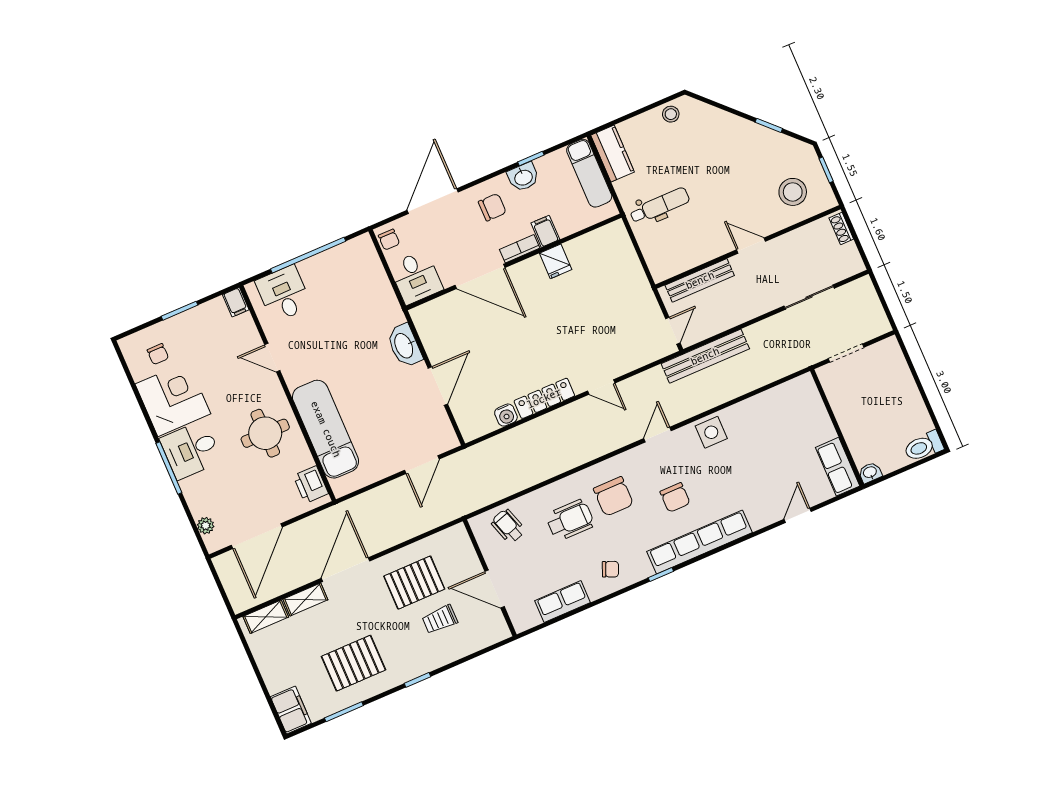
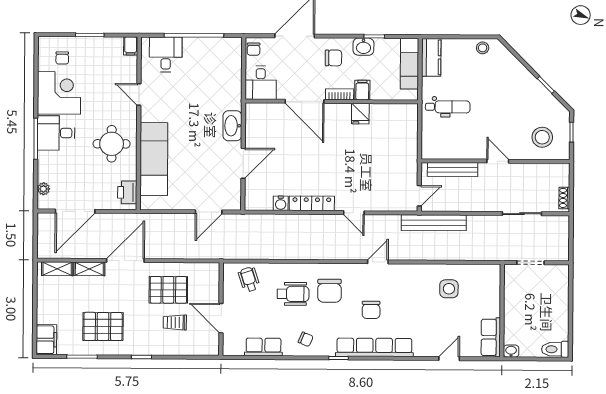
shoe rack: (841, 228) -> (564, 198), moved
side table: (711, 432) -> (449, 289), moved

